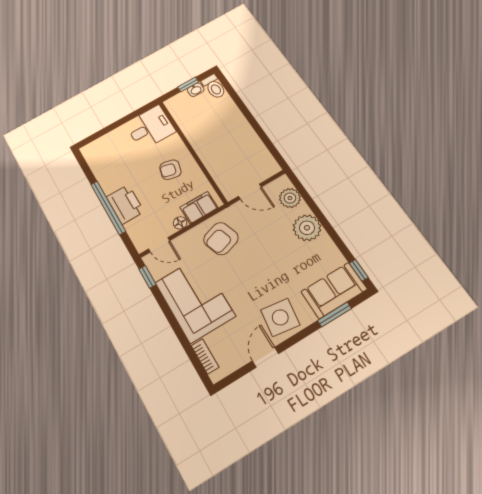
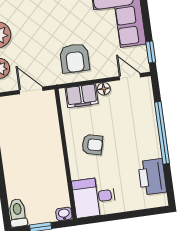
washbasin: (196, 90) -> (64, 214), moved
printer: (125, 204) -> (152, 177), moved
armchair: (221, 239) -> (75, 58), turned 108

